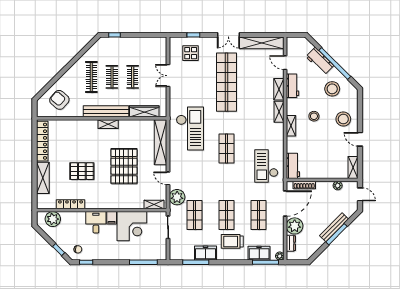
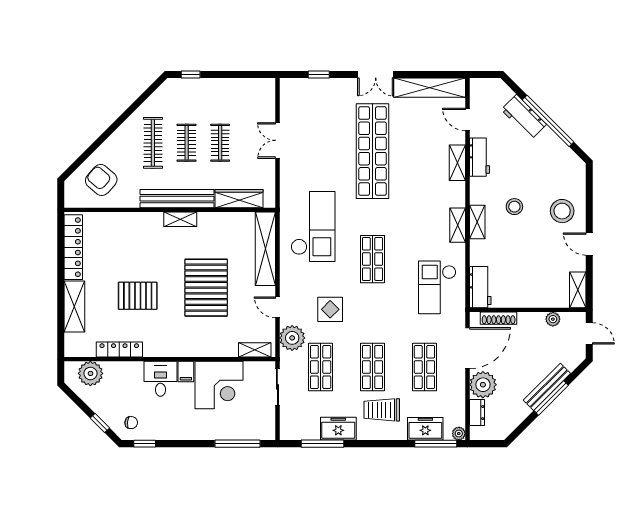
display table: (191, 53) -> (330, 309), moved
stool: (332, 89) -> (544, 162), removed
shelving: (279, 112) -> (458, 225), moved

